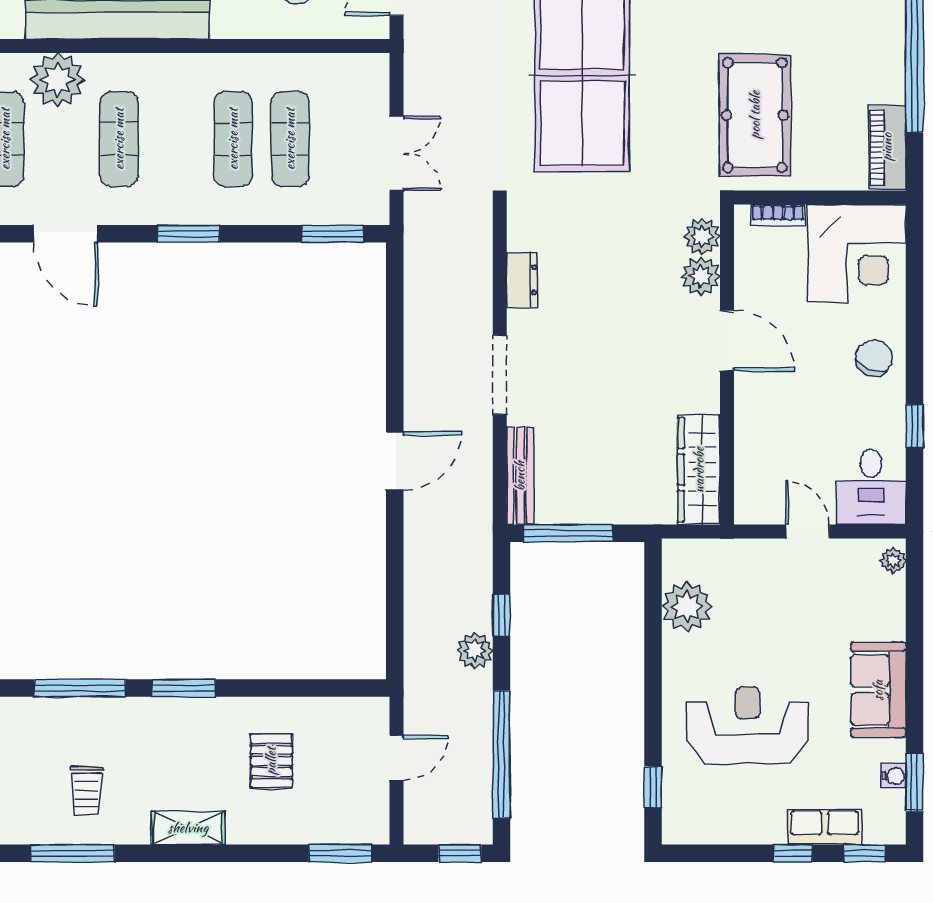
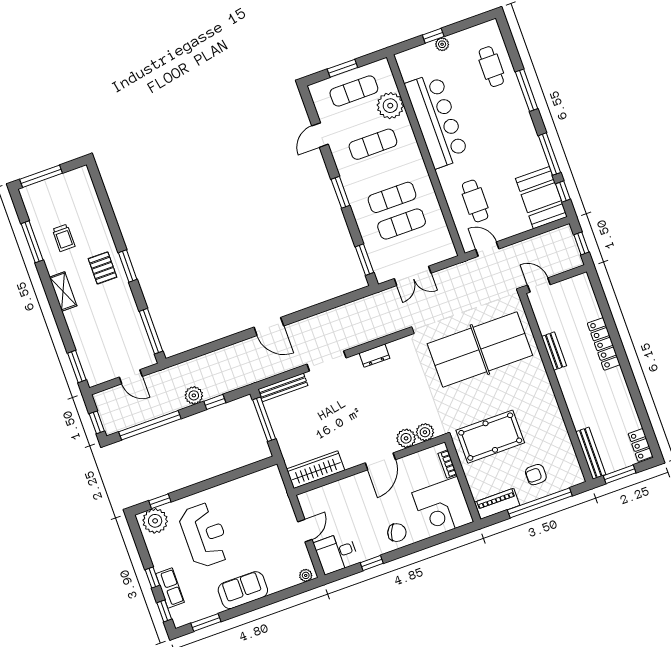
armchair: (858, 54) -> (536, 475), added
door: (66, 234) -> (320, 135), width x0.73
plant: (687, 607) -> (155, 521), moved
window: (80, 688) -> (151, 331), moved
pallet: (271, 761) -> (103, 268), moved, turned 90
water cooler: (894, 776) -> (205, 612), removed
trolley: (87, 791) -> (64, 238), turned -90

